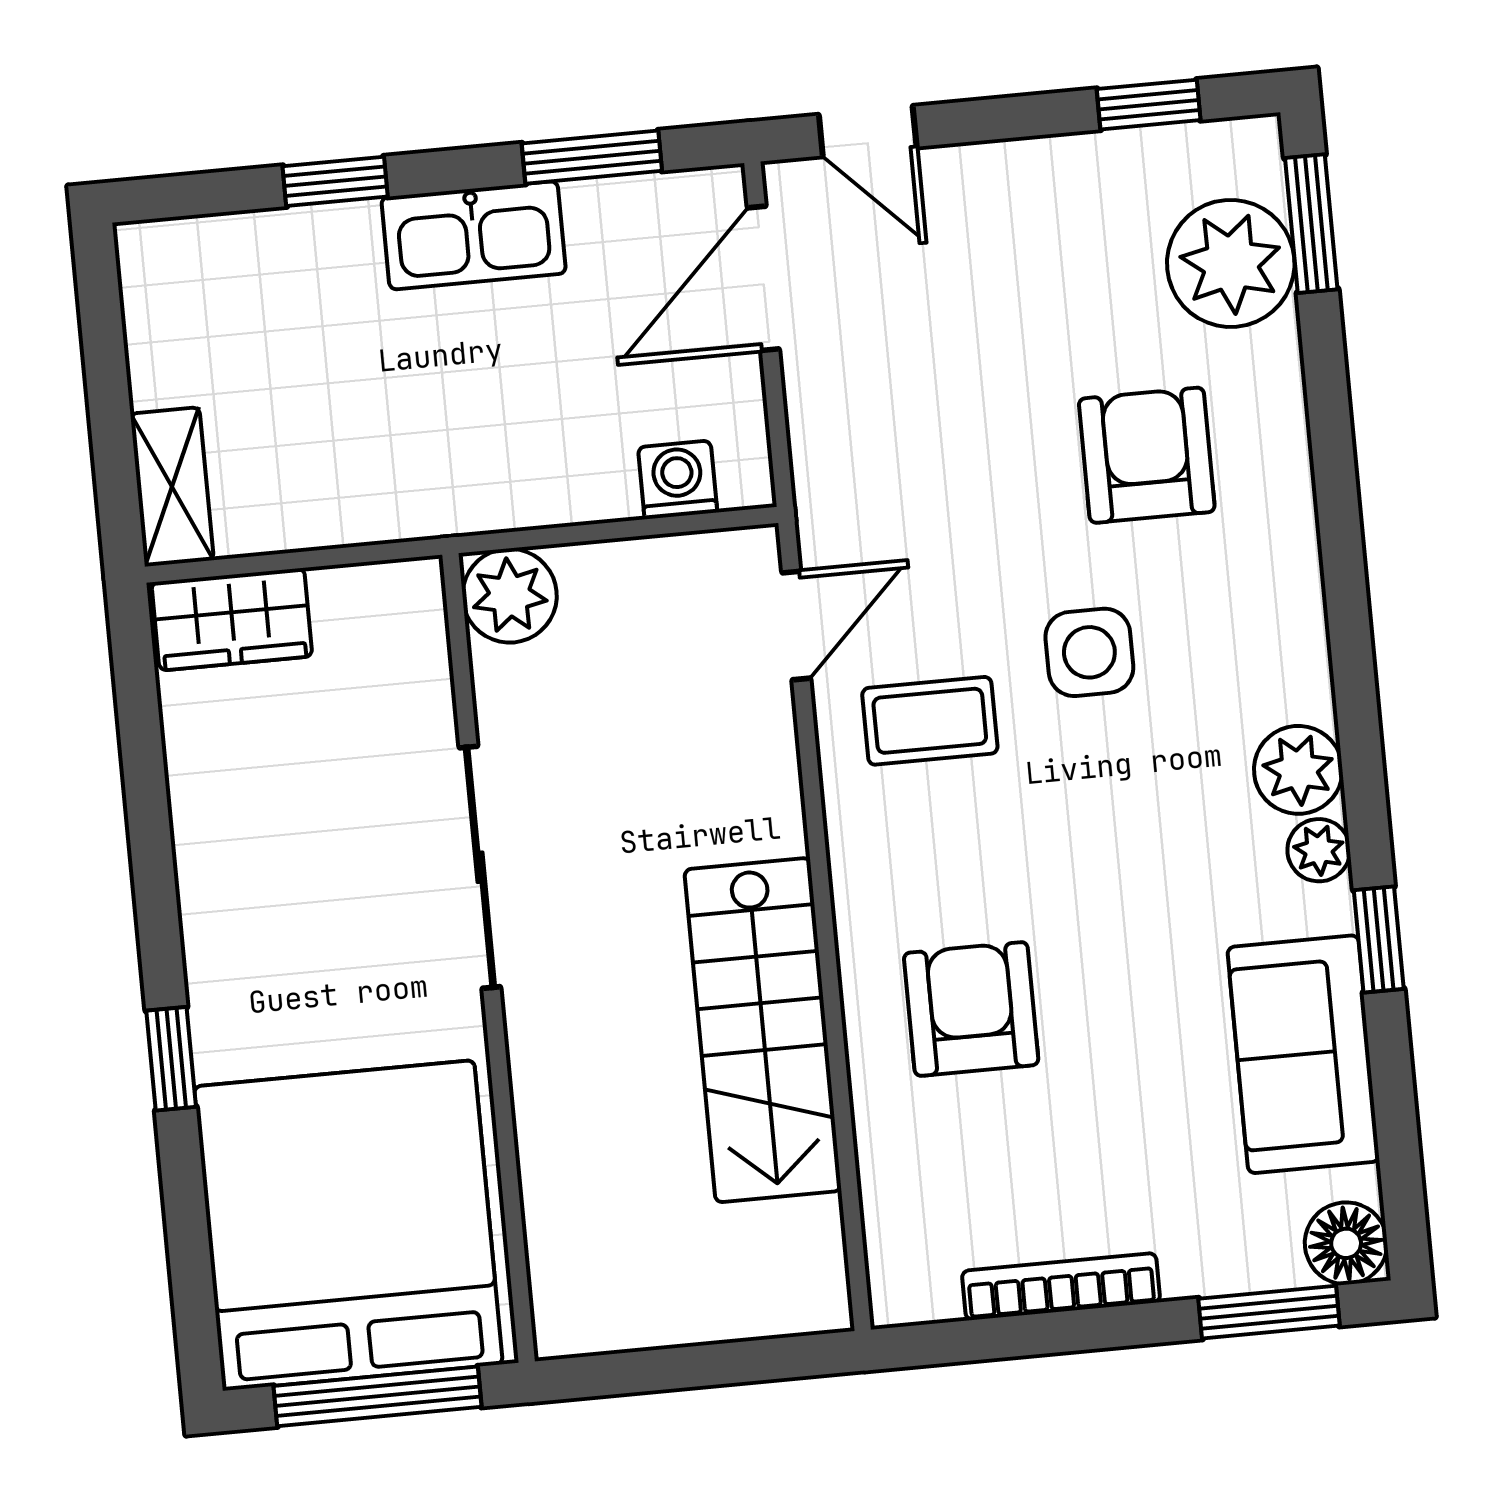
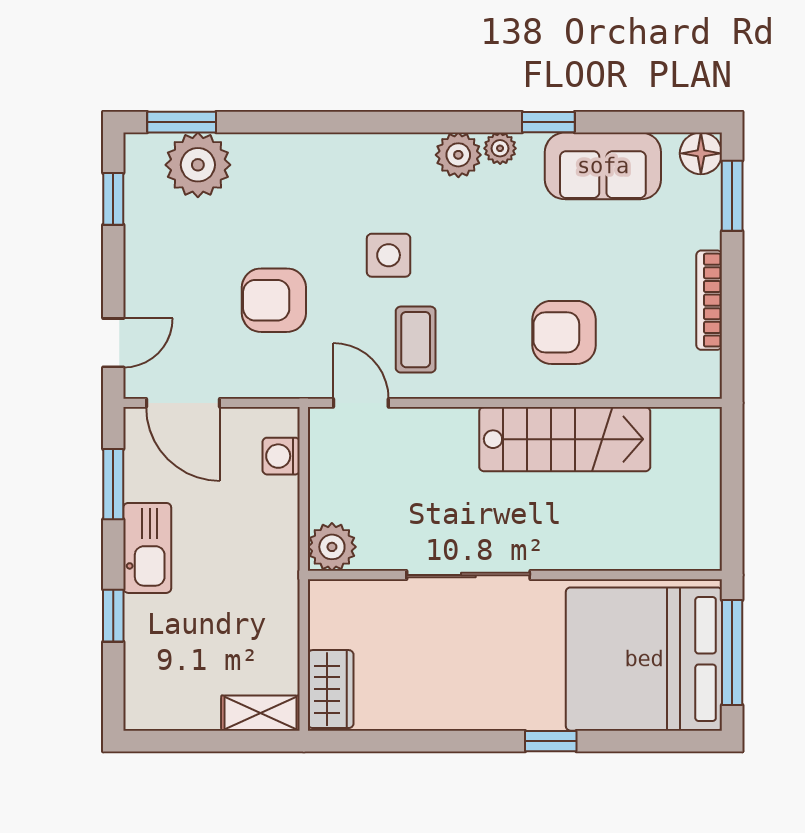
armchair: (1147, 455) -> (274, 300), moved

